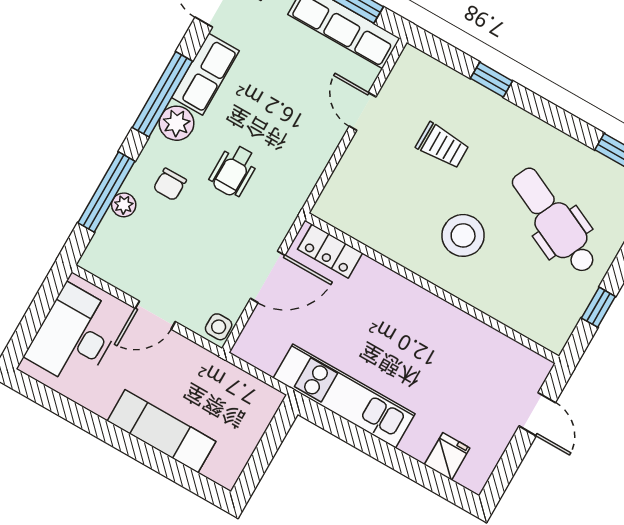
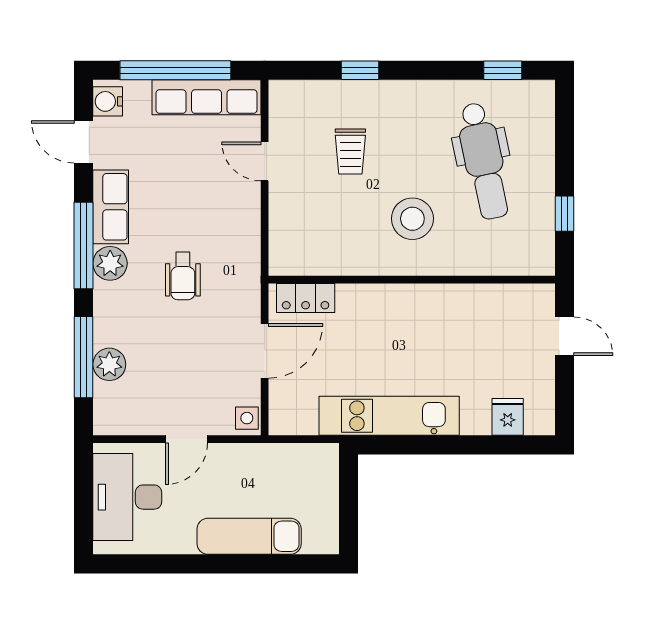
trolley: (442, 146) -> (350, 152), turned 90
chair: (170, 184) -> (134, 319), removed
plant: (124, 205) -> (109, 364), width x1.38, depth x1.38
dental chair: (554, 221) -> (484, 161), turned -127

